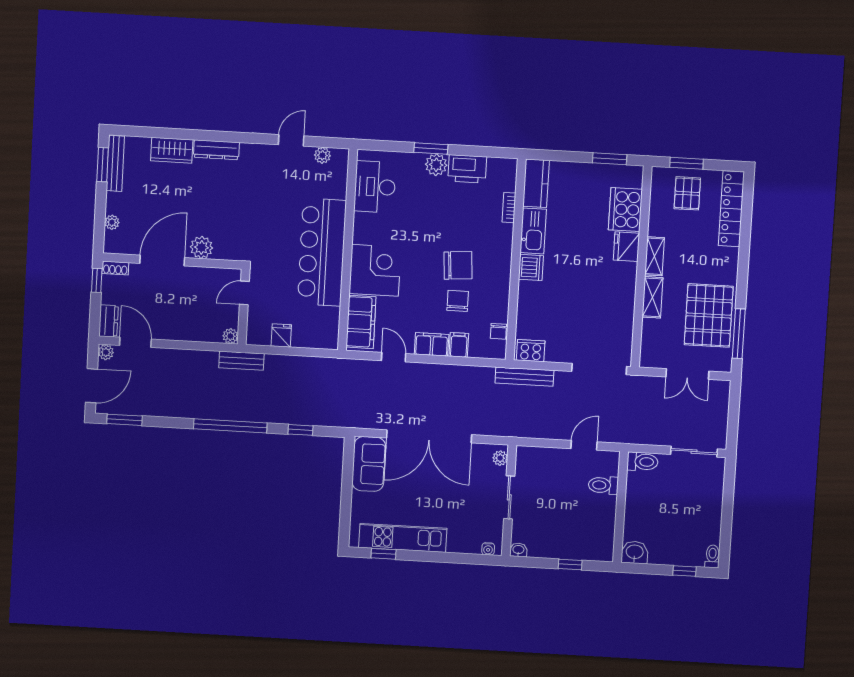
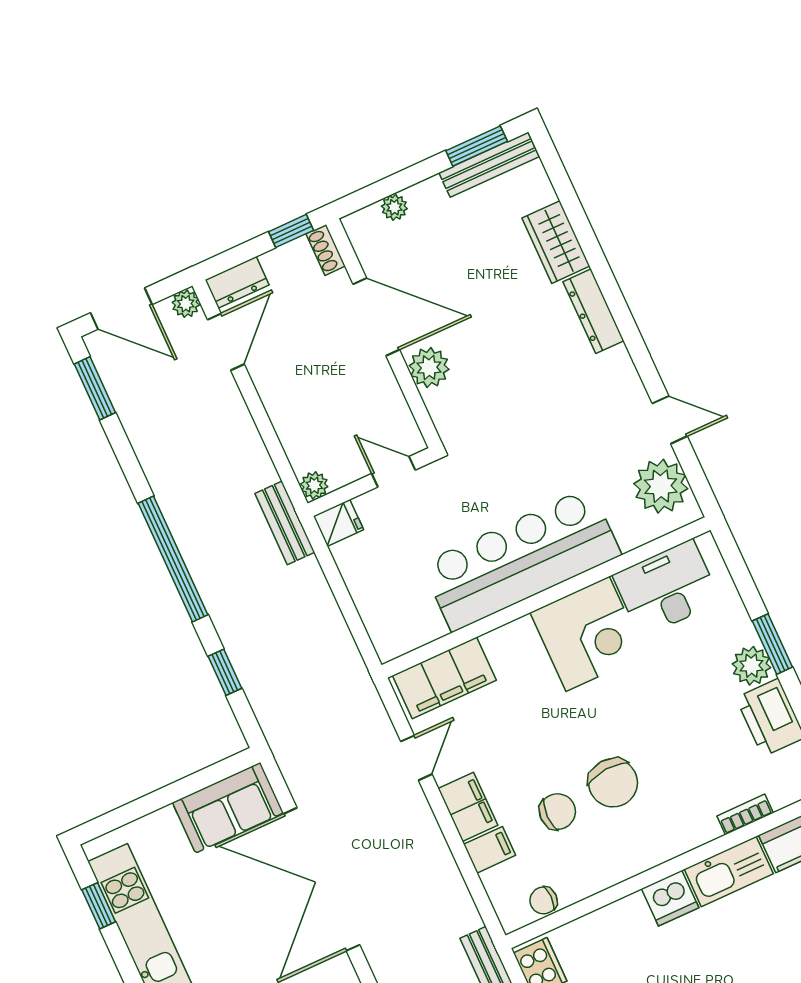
plant: (322, 155) -> (661, 486), width x1.88, depth x1.88
corner desk: (375, 270) -> (588, 634), moved
fridge: (281, 335) -> (338, 523), moved

